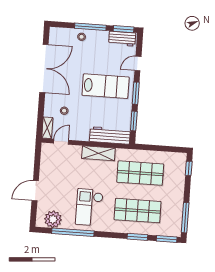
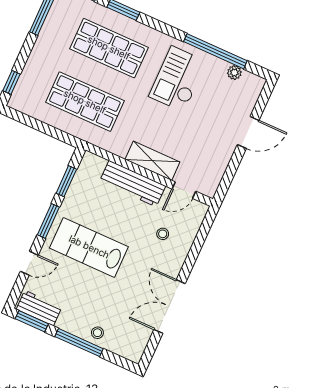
double door: (44, 68) -> (170, 307), width x0.73
shelving: (47, 128) -> (197, 218), removed
workbench: (110, 135) -> (133, 184), moved
shelving: (98, 153) -> (152, 161), moved
checkout: (89, 207) -> (178, 79), turned 180
plant: (53, 219) -> (234, 73), width x0.53, depth x0.53

